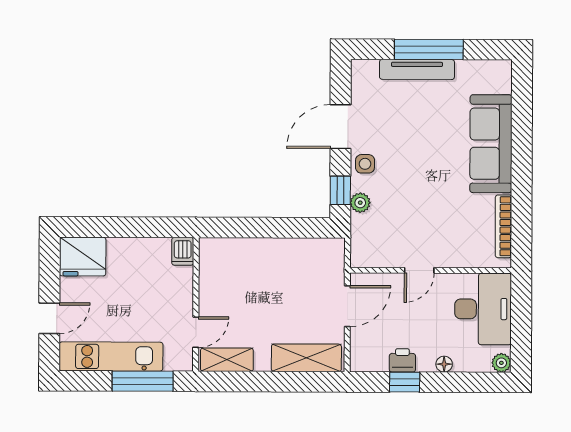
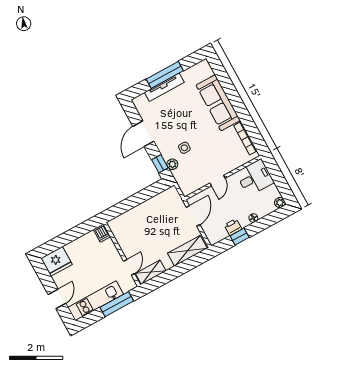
side table: (365, 164) -> (184, 148), moved
desk: (483, 309) -> (255, 178), width x0.73

